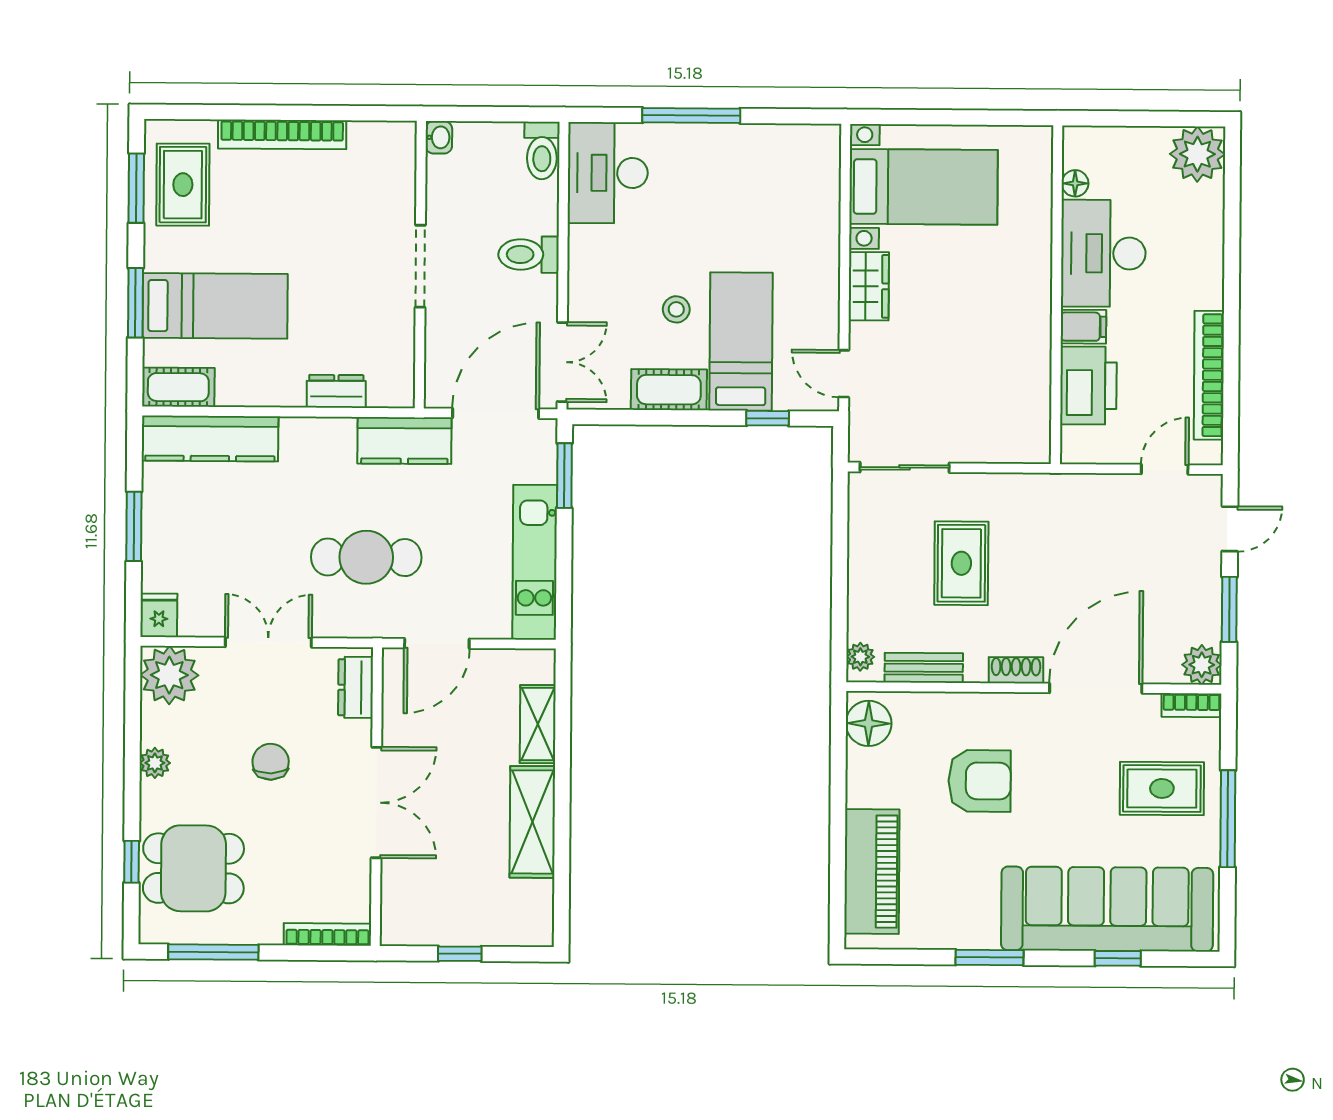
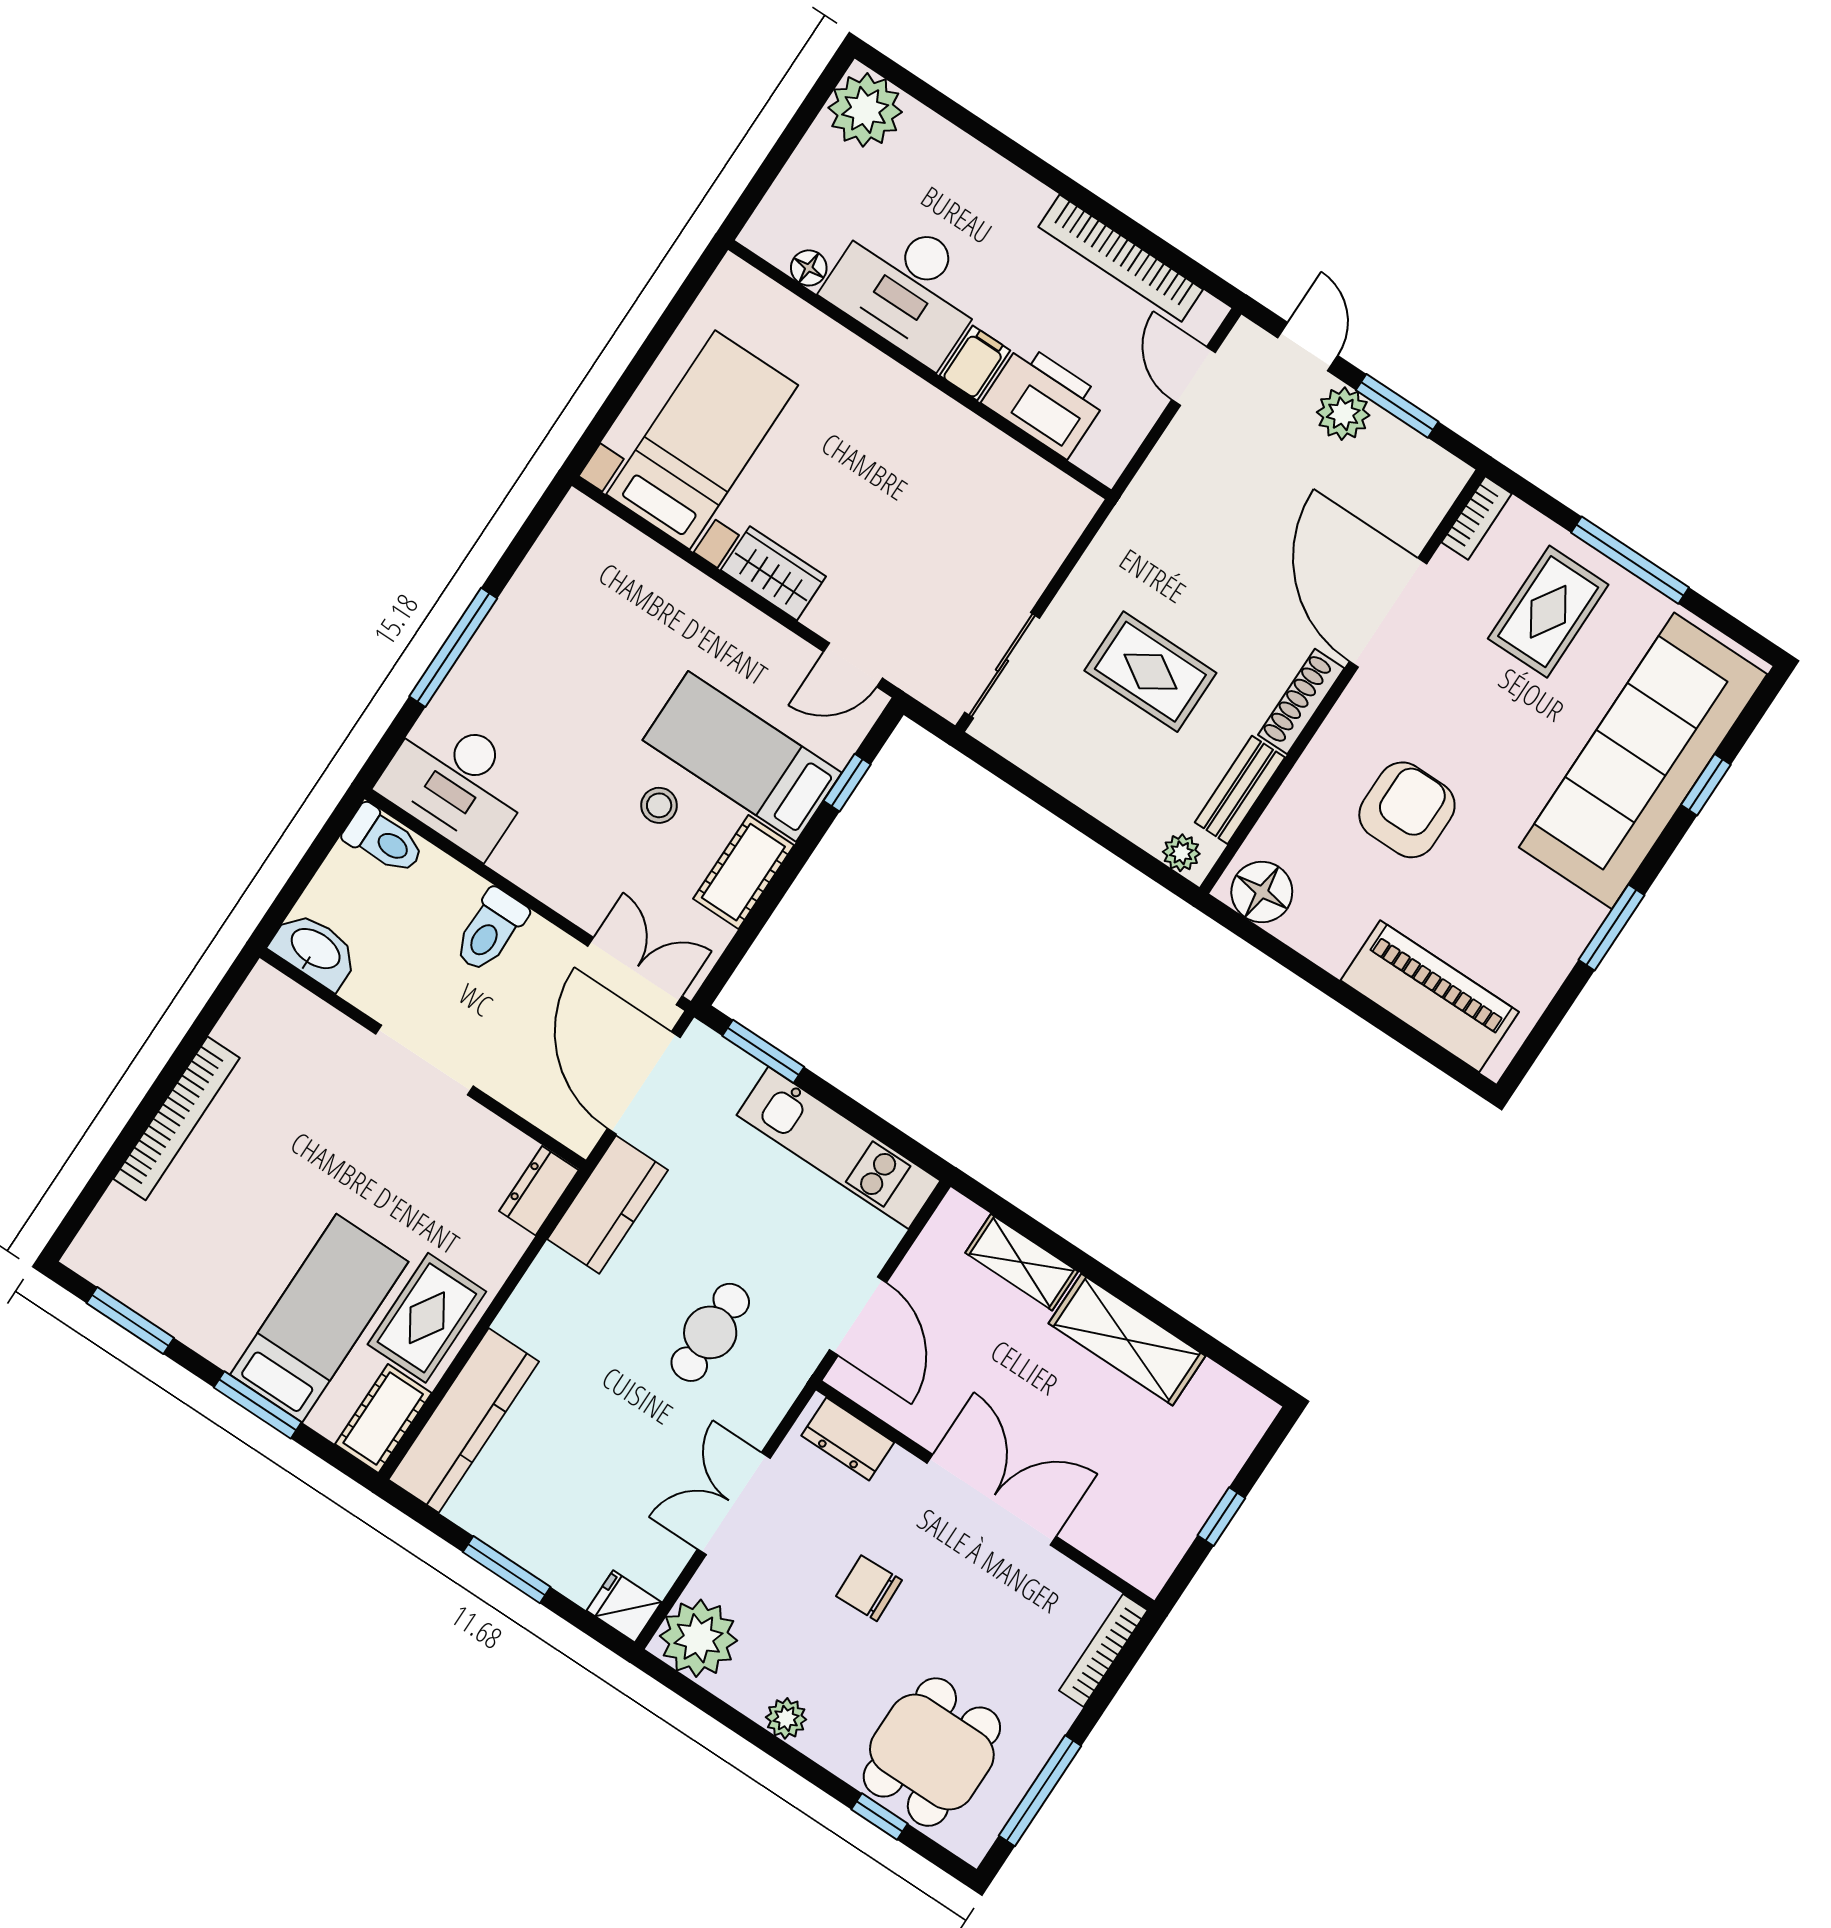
washbasin: (439, 137) -> (315, 950), width x1.91, depth x1.45
rug: (183, 185) -> (427, 1318), moved, turned 90
dresser: (336, 391) -> (539, 1191), moved
cafe table: (366, 557) -> (710, 1332), width x0.73, depth x0.74
plant: (1202, 665) -> (1343, 414), moved
shoe rack: (1016, 670) -> (1301, 701), width x1.43

